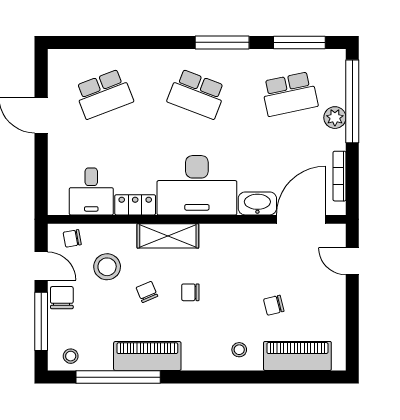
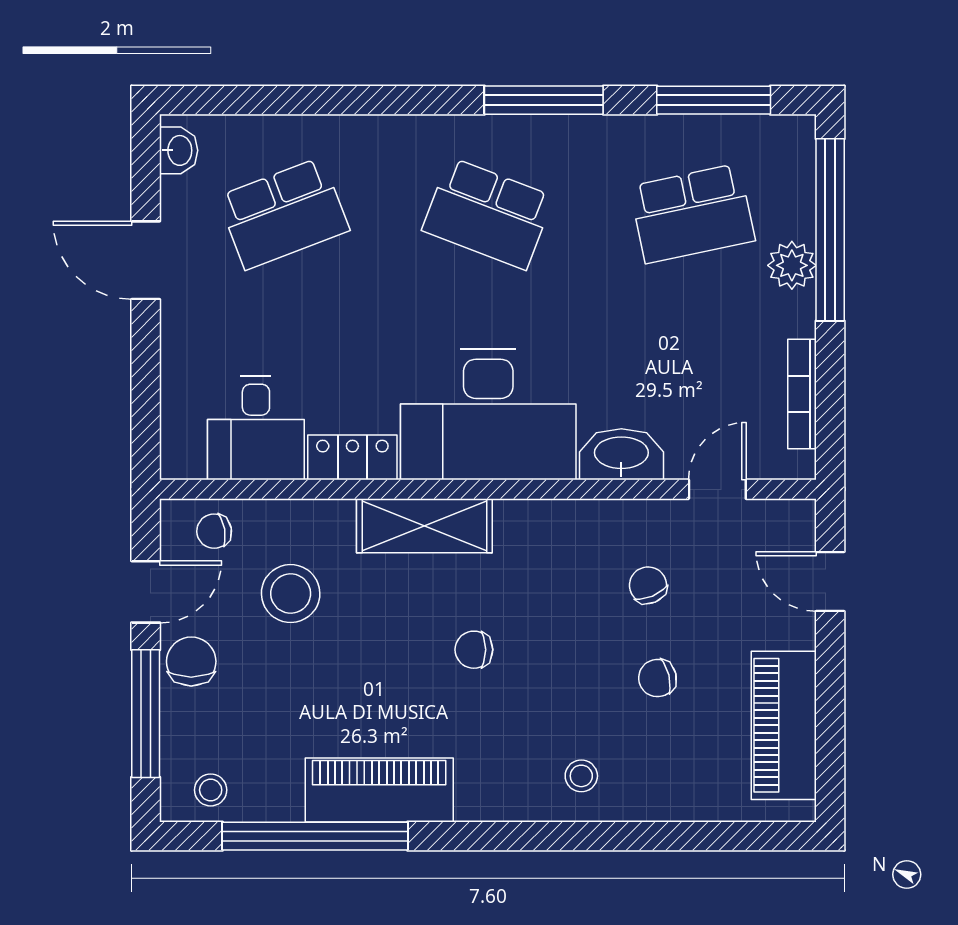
washbasin: (56, 65) -> (179, 150), added
door: (301, 219) -> (717, 489), width x0.53
door: (41, 266) -> (146, 592), hinge flipped
chair: (147, 292) -> (648, 585), moved
piano: (297, 356) -> (784, 725), moved, turned -90

